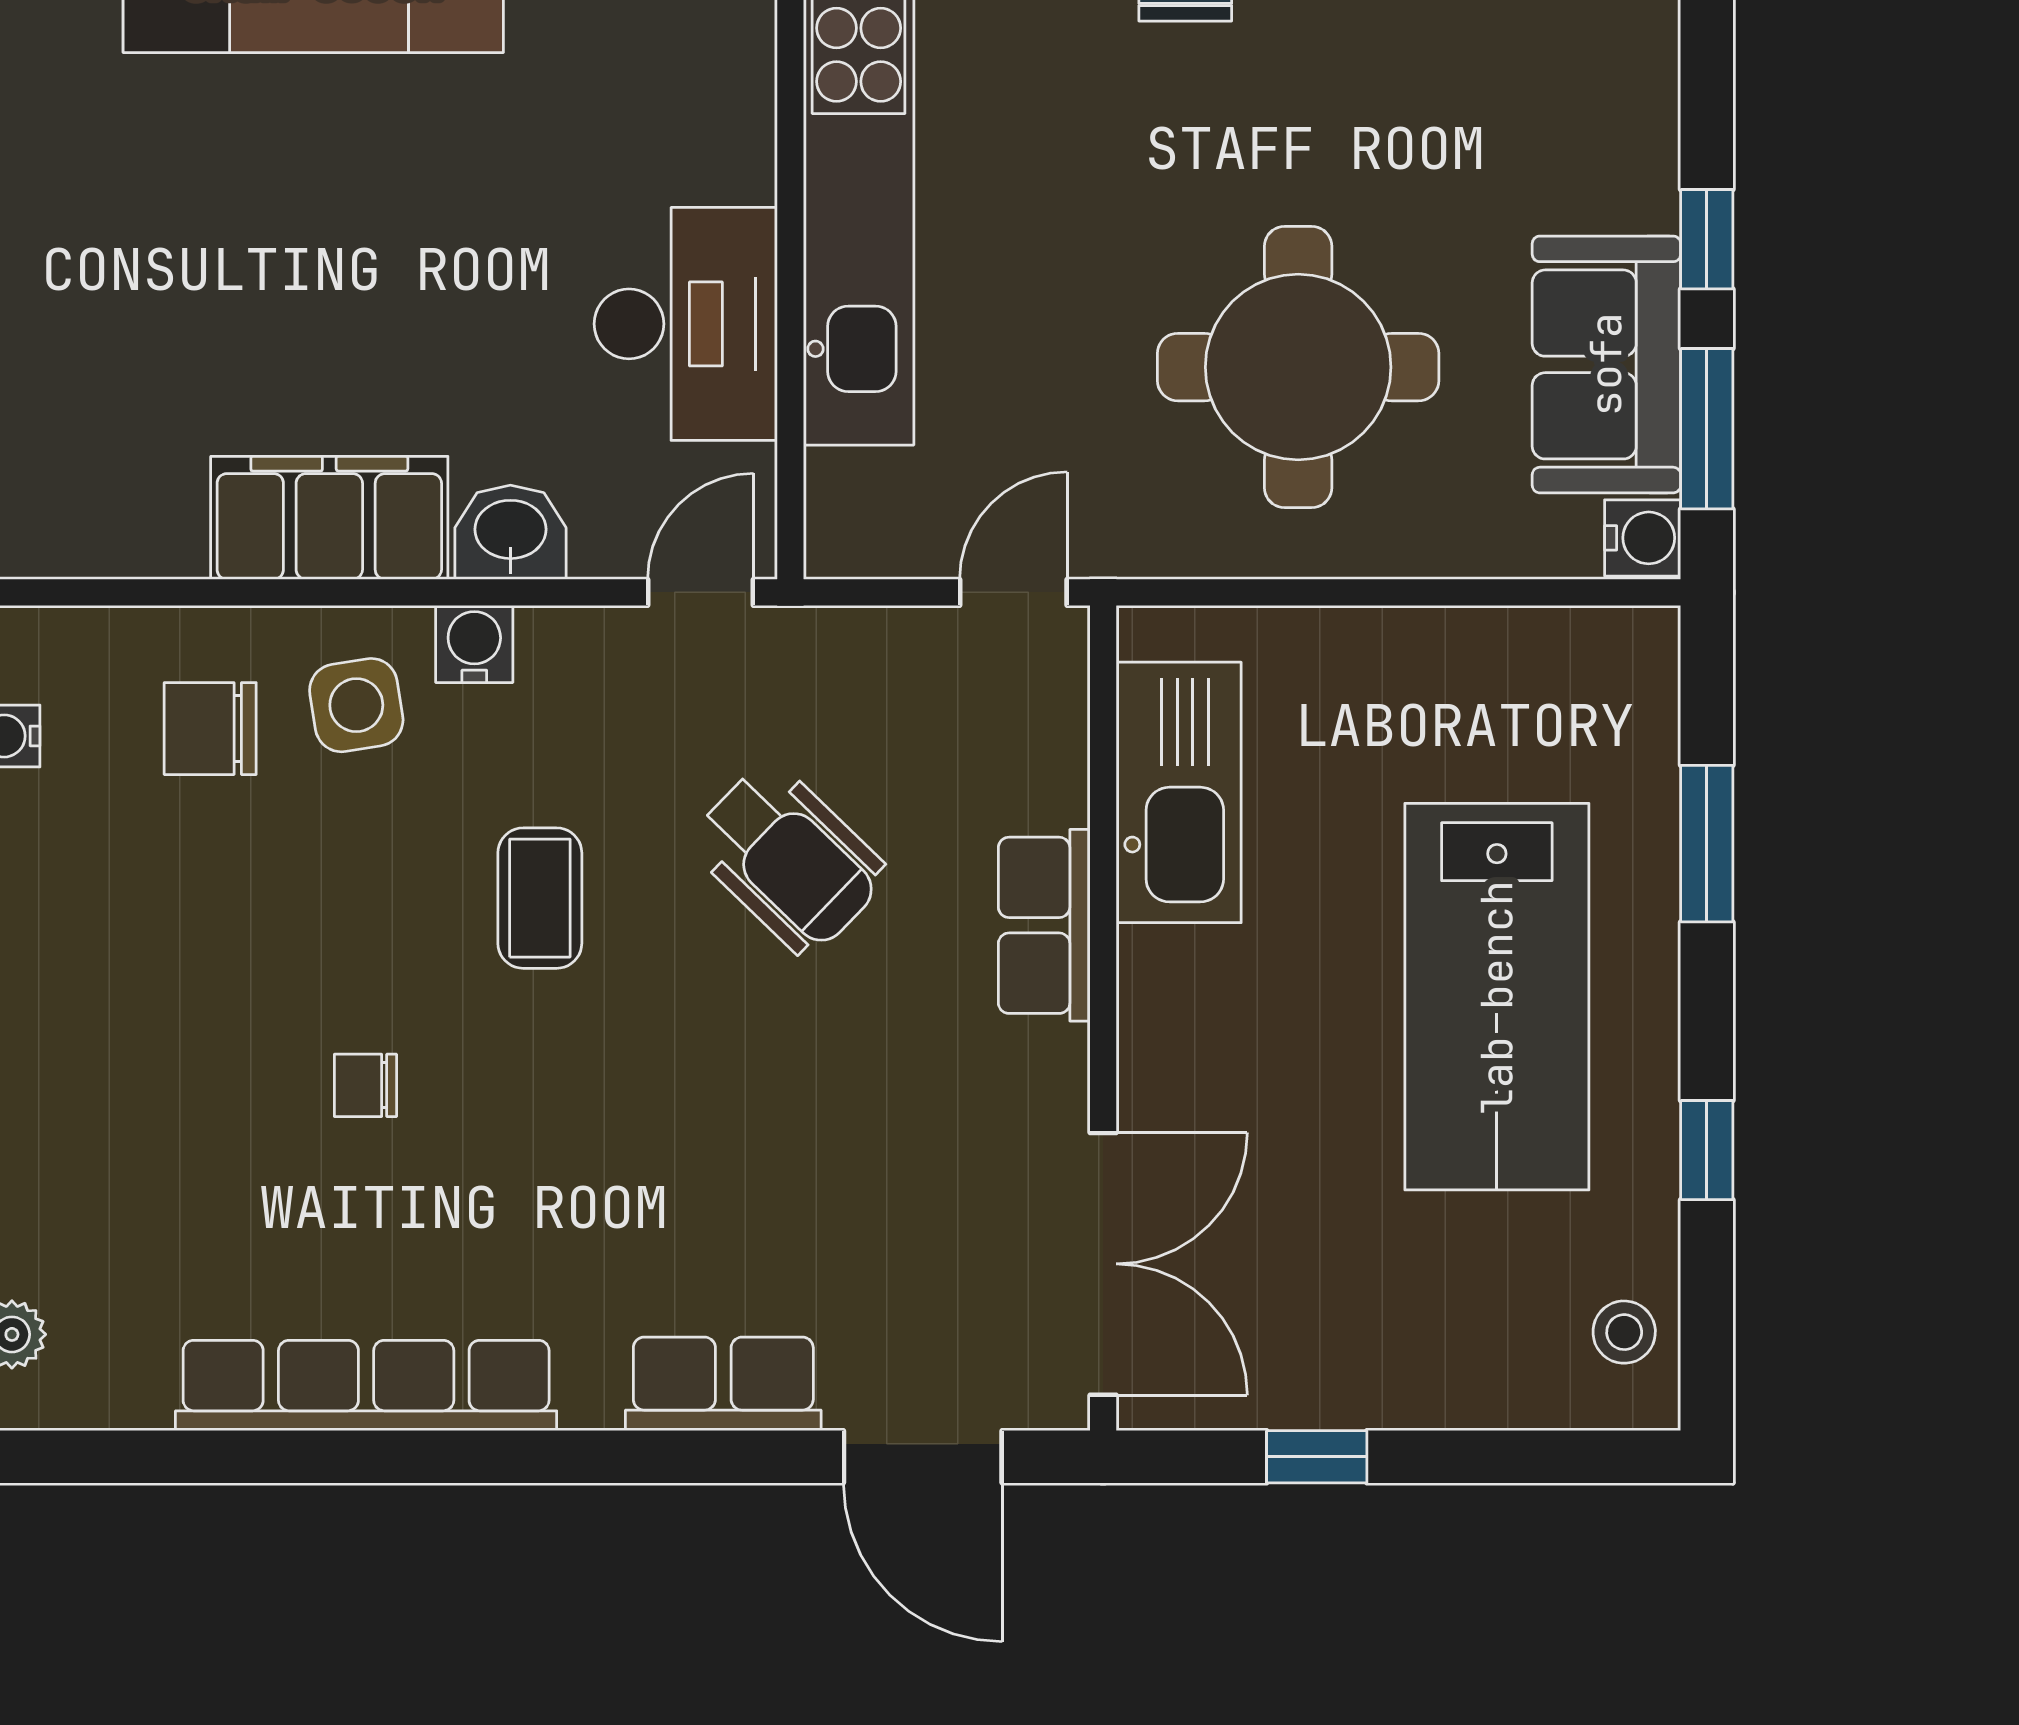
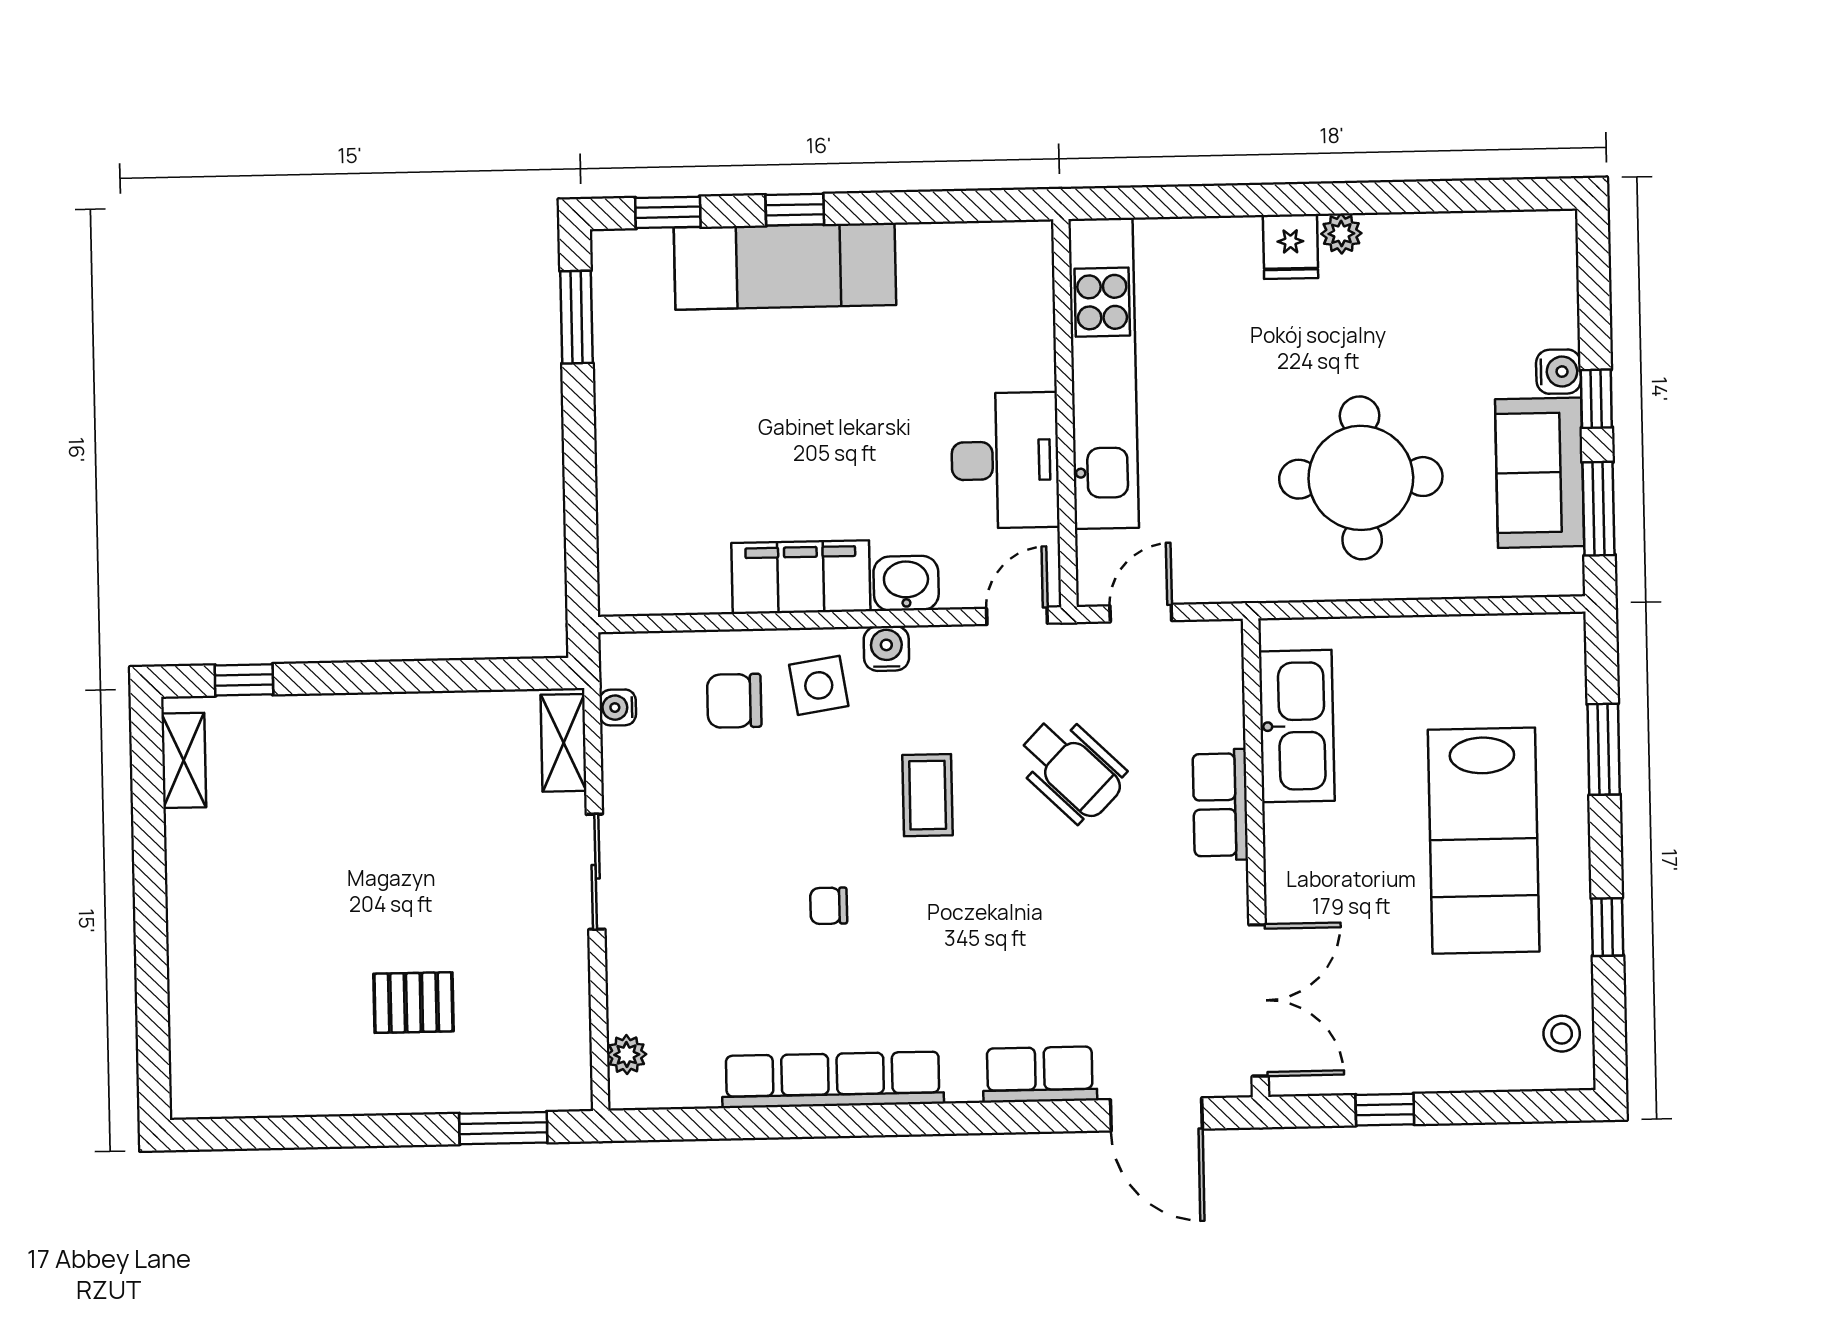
water cooler: (1643, 538) -> (1558, 372), moved
door: (1013, 592) -> (1141, 613), moved

